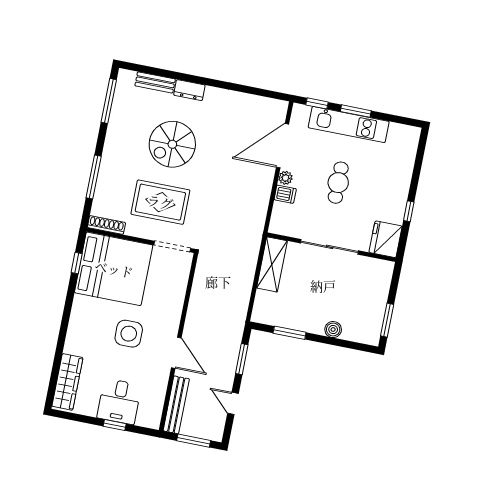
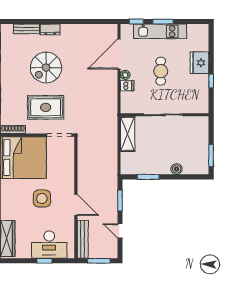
fridge: (386, 239) -> (199, 63), moved
desk: (119, 401) -> (49, 245), width x1.37

